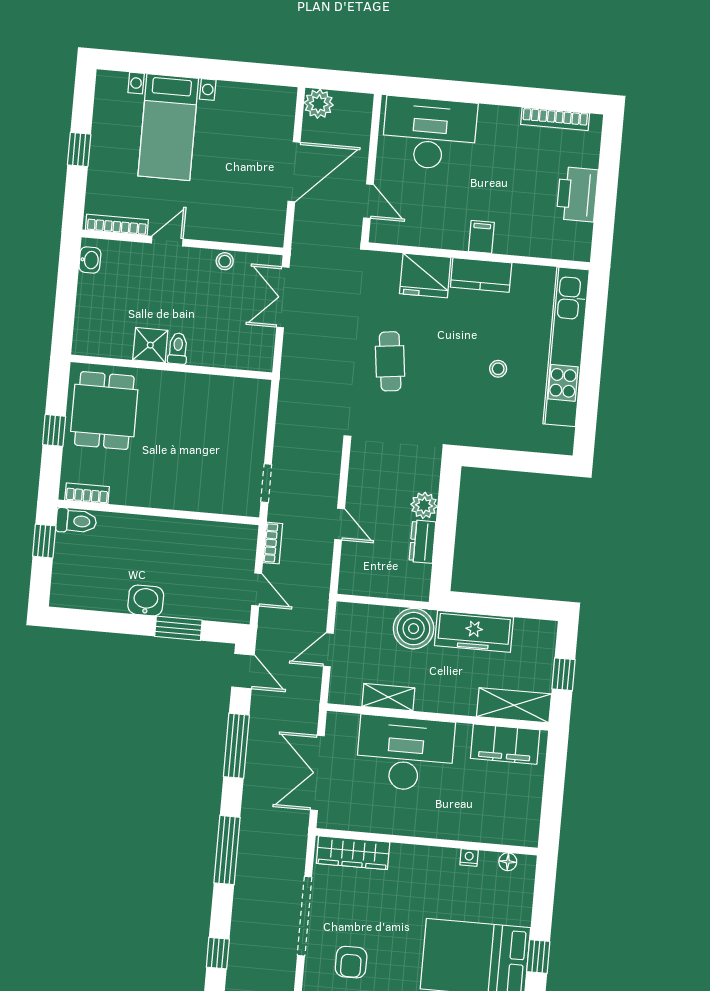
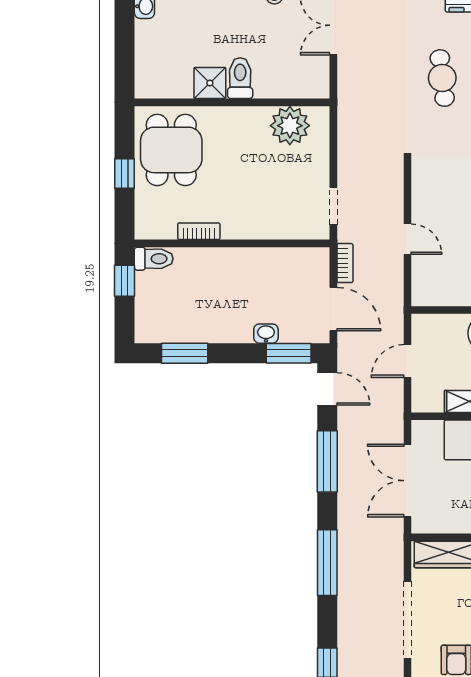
toilet: (178, 348) -> (240, 78), width x1.37, depth x1.39
plant: (229, 396) -> (290, 126), added
bookcase: (87, 493) -> (199, 231), moved
door: (257, 590) -> (333, 309), width x1.38
washbasin: (146, 600) -> (266, 334), moved, width x0.72, depth x0.69
window: (99, 621) -> (185, 353), added
window: (178, 628) -> (289, 353), moved

